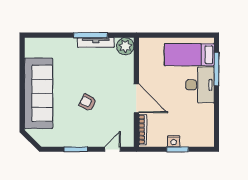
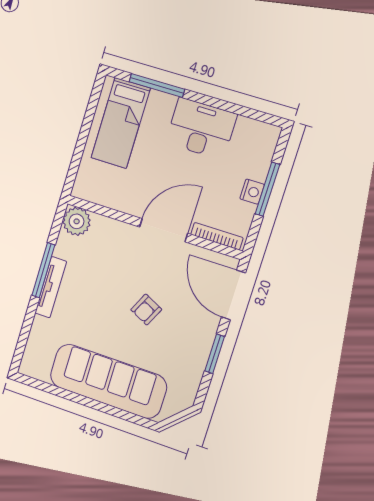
tv unit: (96, 42) -> (51, 287), moved
desk: (200, 85) -> (201, 129), moved
door: (113, 149) -> (233, 295), width x1.88
window: (178, 149) -> (267, 189), width x1.44

